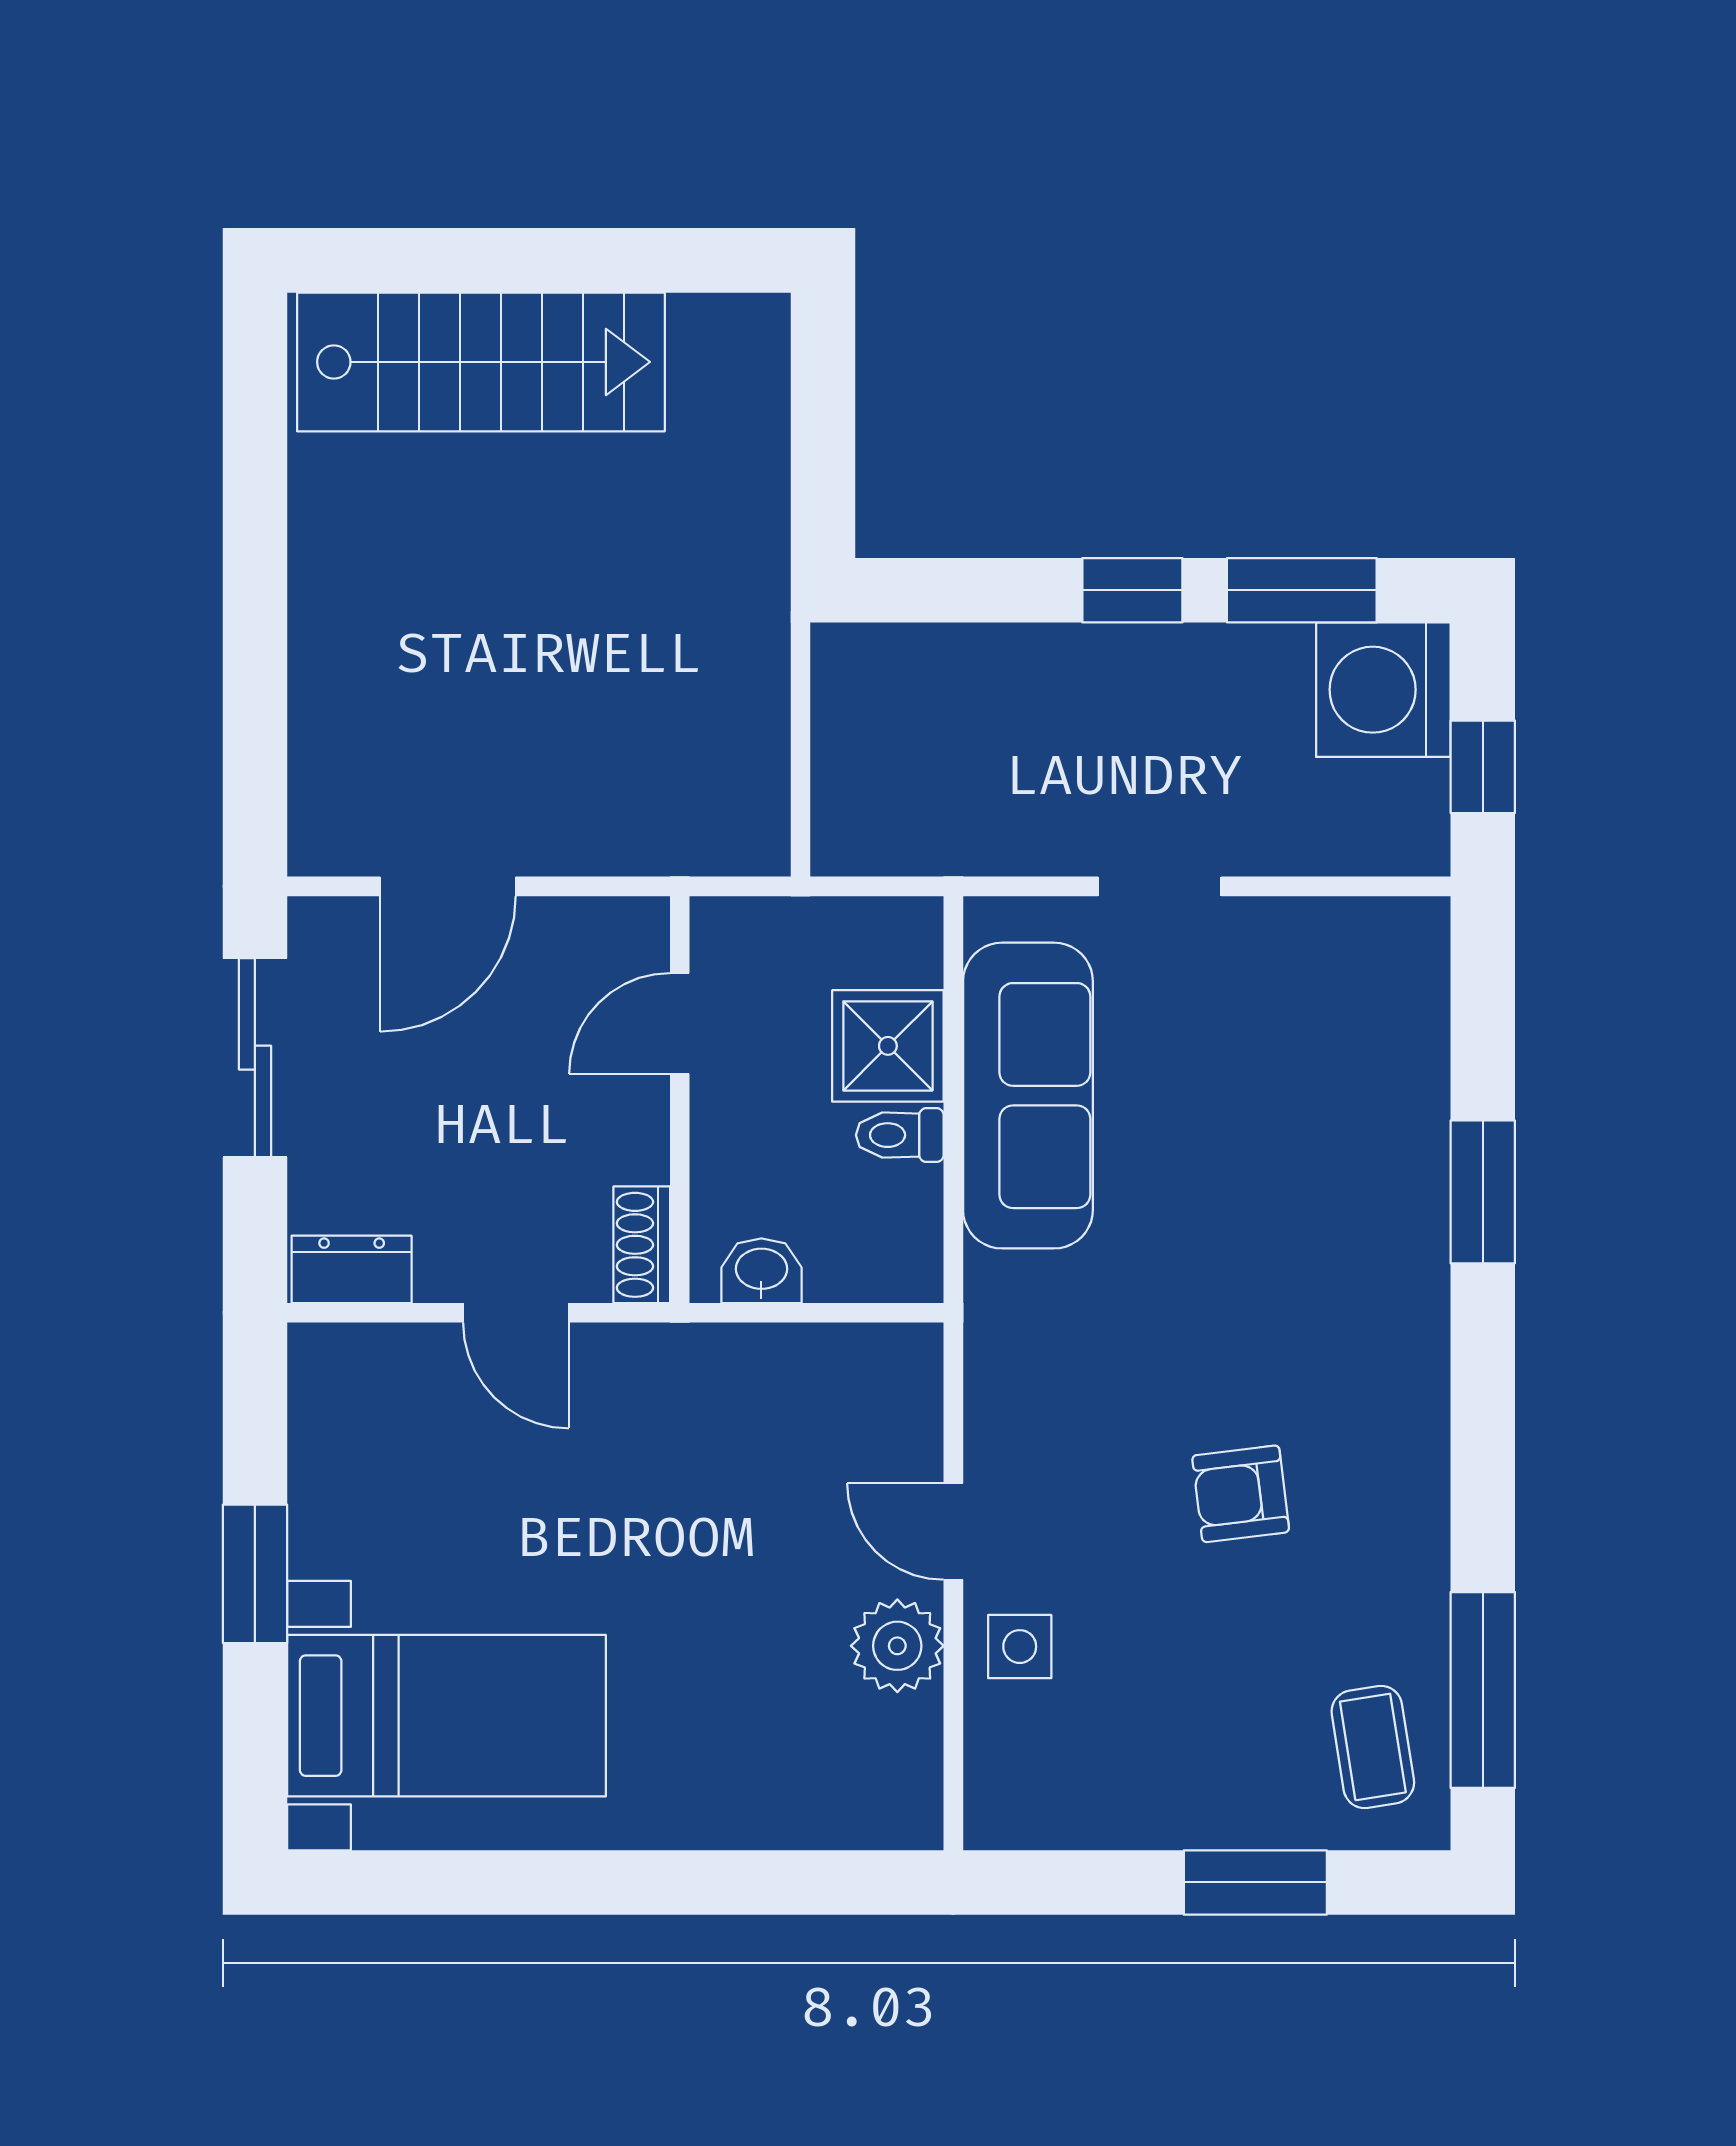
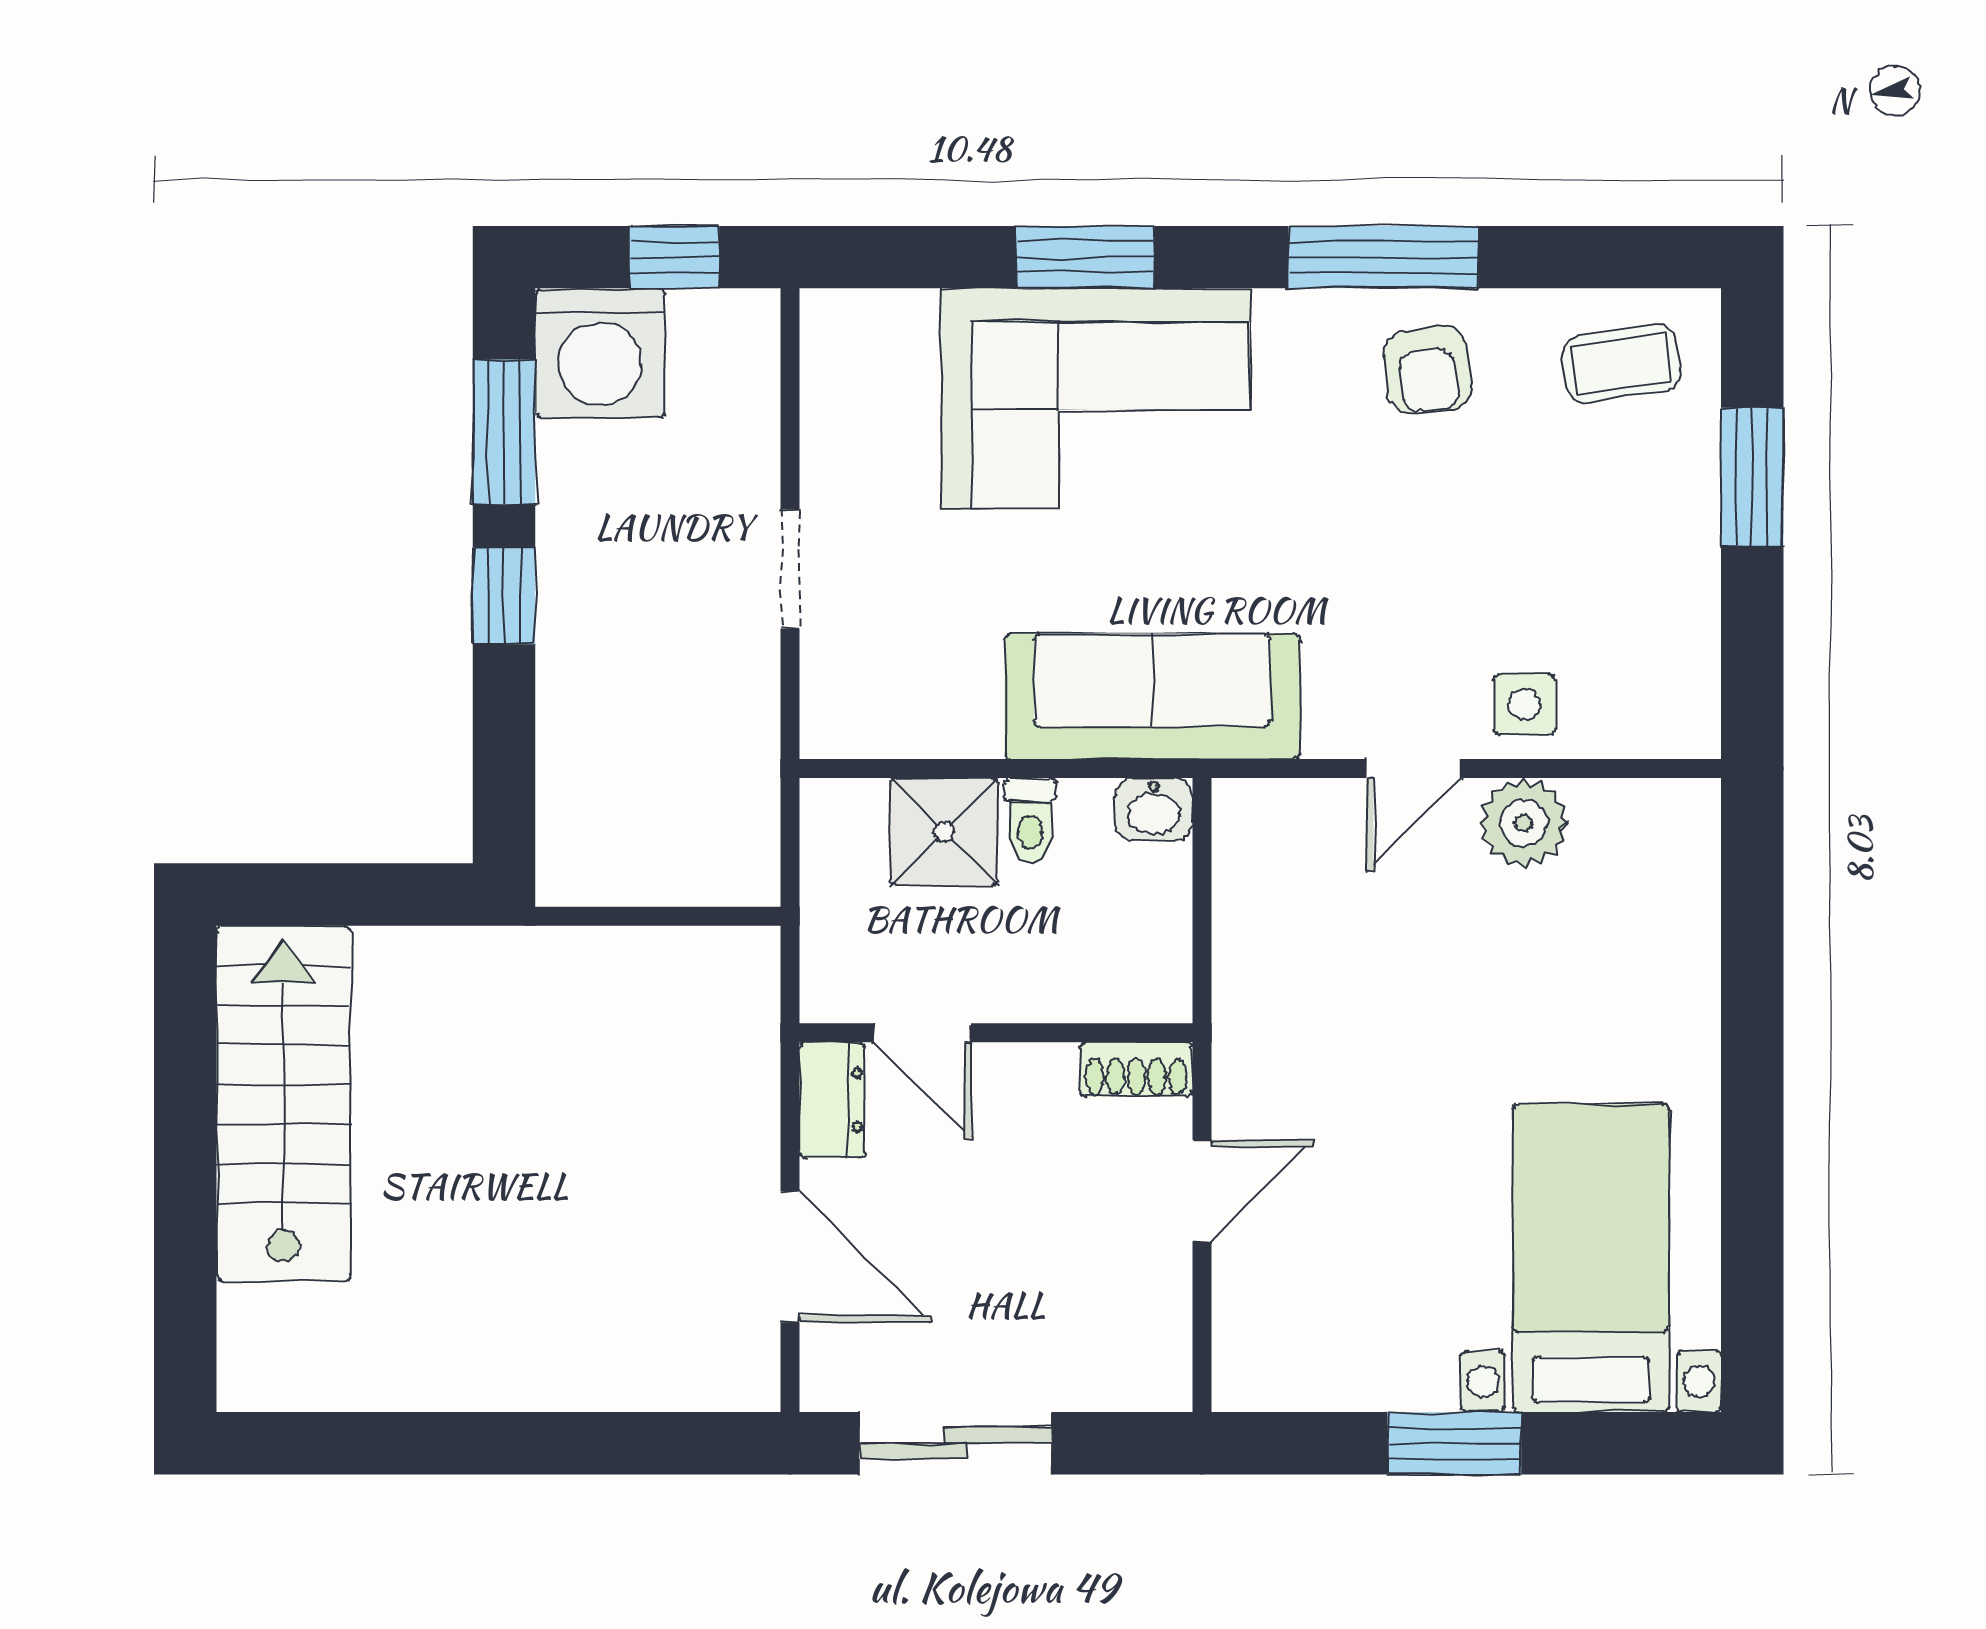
stairs: (481, 362) -> (283, 1104), moved
sofa: (1028, 1096) -> (1152, 696), moved
corner sofa: (1337, 1203) -> (1095, 398), added
dresser: (352, 1269) -> (832, 1100), moved, turned 180
washbasin: (761, 1271) -> (1154, 809), moved, turned -90
armchair: (1241, 1494) -> (1428, 370), moved
window: (1483, 1690) -> (1383, 257), moved

